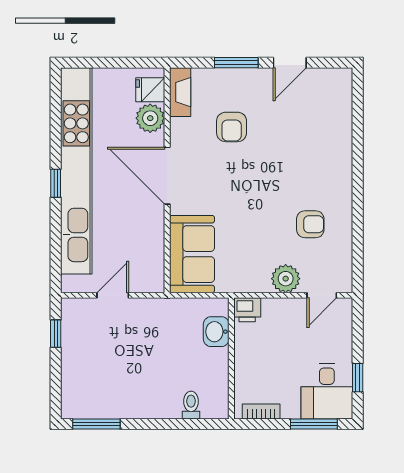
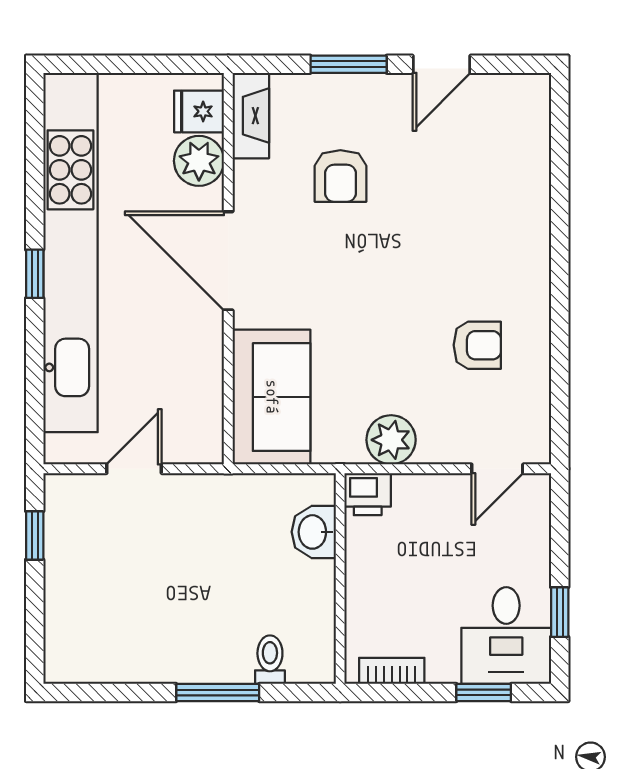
plant: (286, 279) -> (391, 440), moved
window: (96, 424) -> (218, 692), moved
window: (314, 424) -> (484, 692), width x0.67

